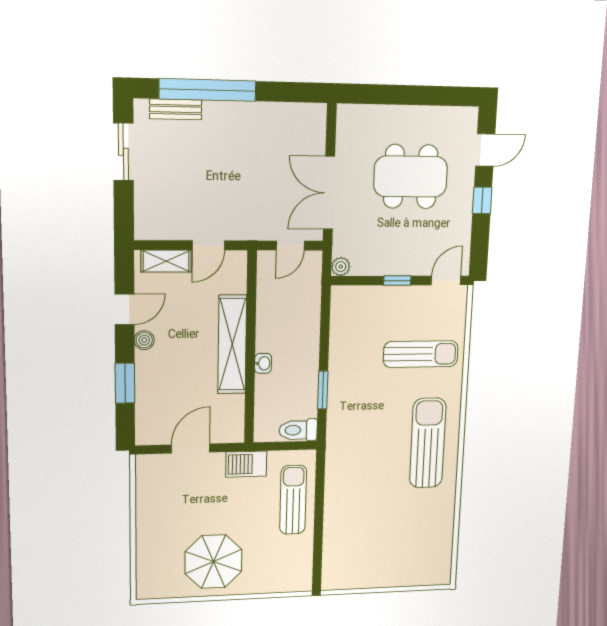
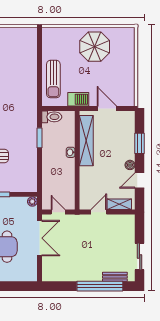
door: (290, 246) -> (58, 212), hinge flipped
shelving: (232, 344) -> (86, 141), moved
door: (191, 449) -> (107, 108), swing flipped

